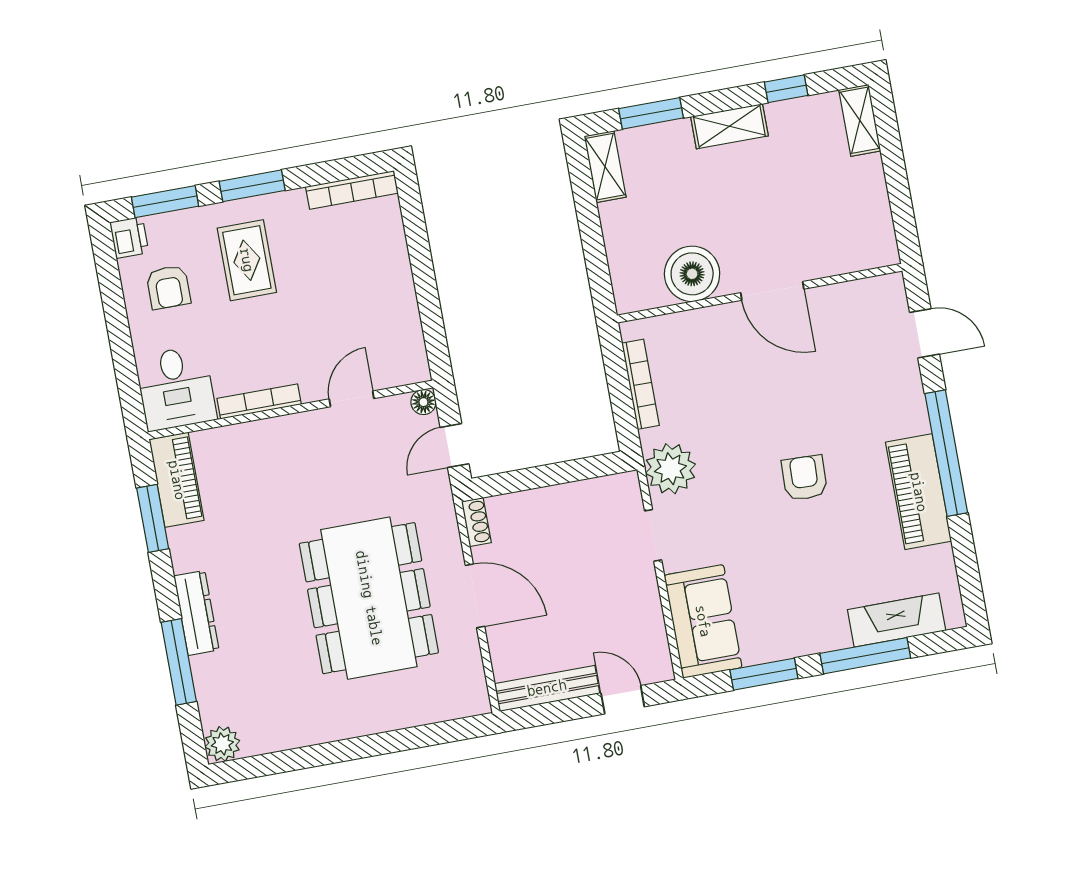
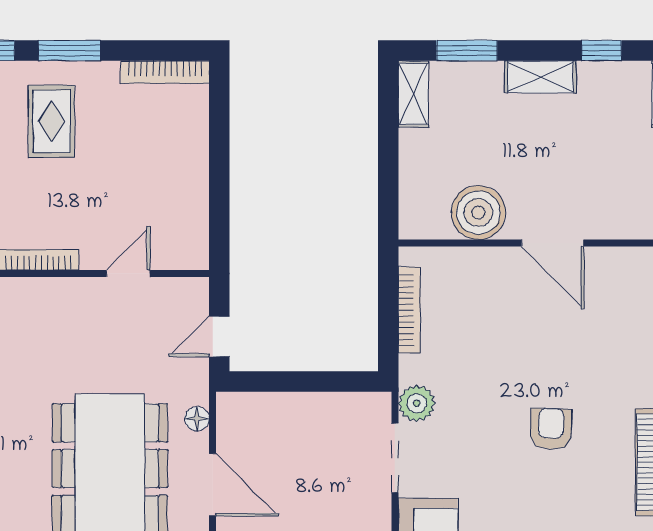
floor lamp: (423, 402) -> (197, 419), moved
plant: (670, 469) -> (417, 403), width x0.73, depth x0.73
shoe rack: (476, 522) -> (227, 414), removed
doorway: (653, 535) -> (395, 458), width x1.38

